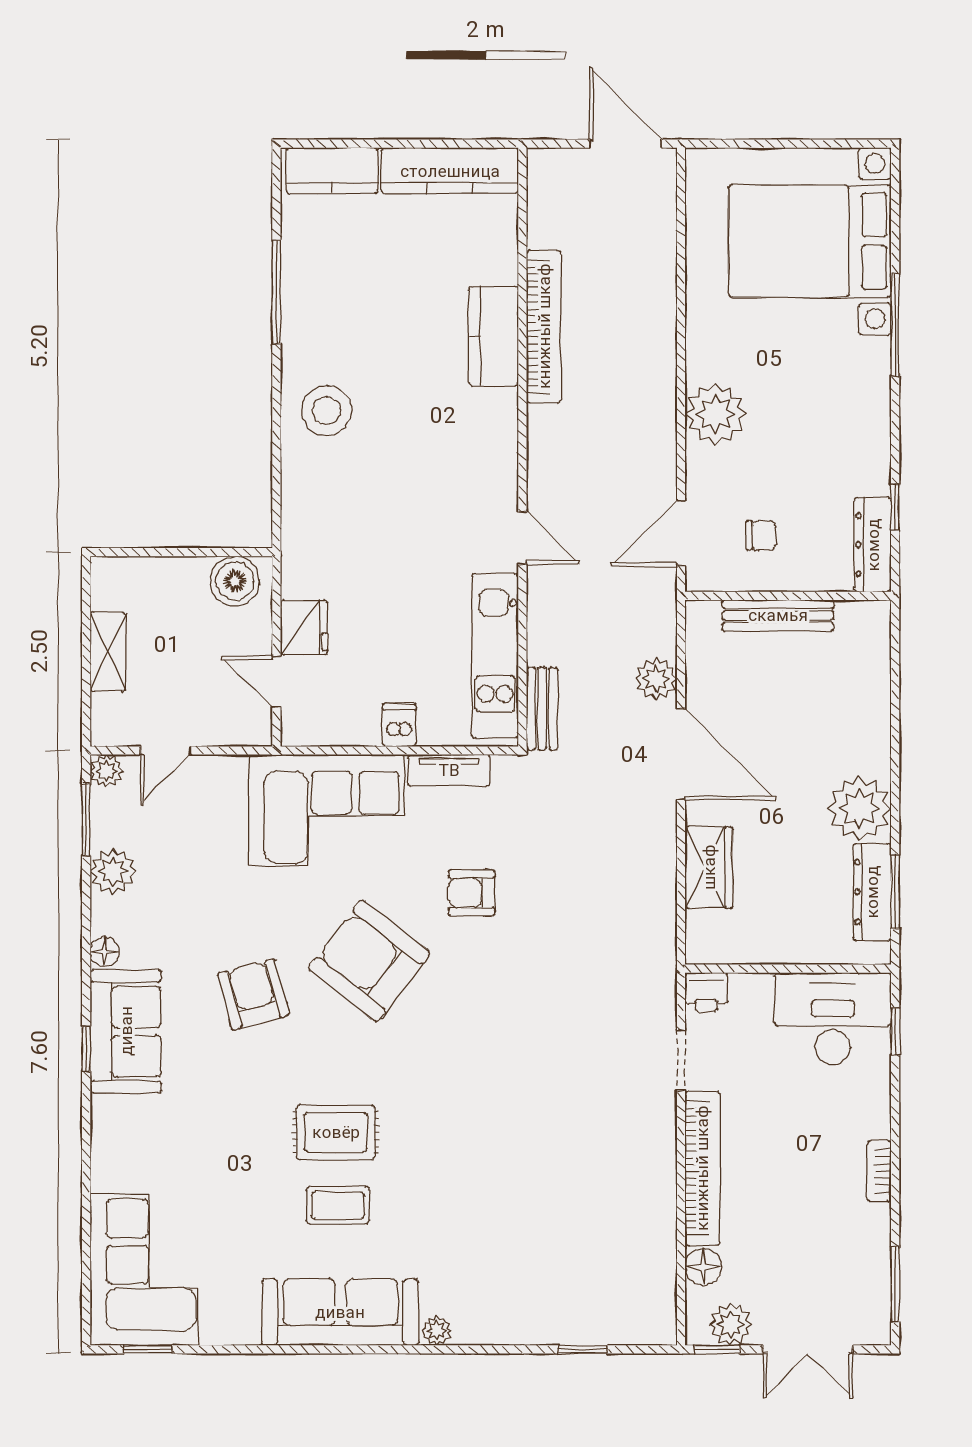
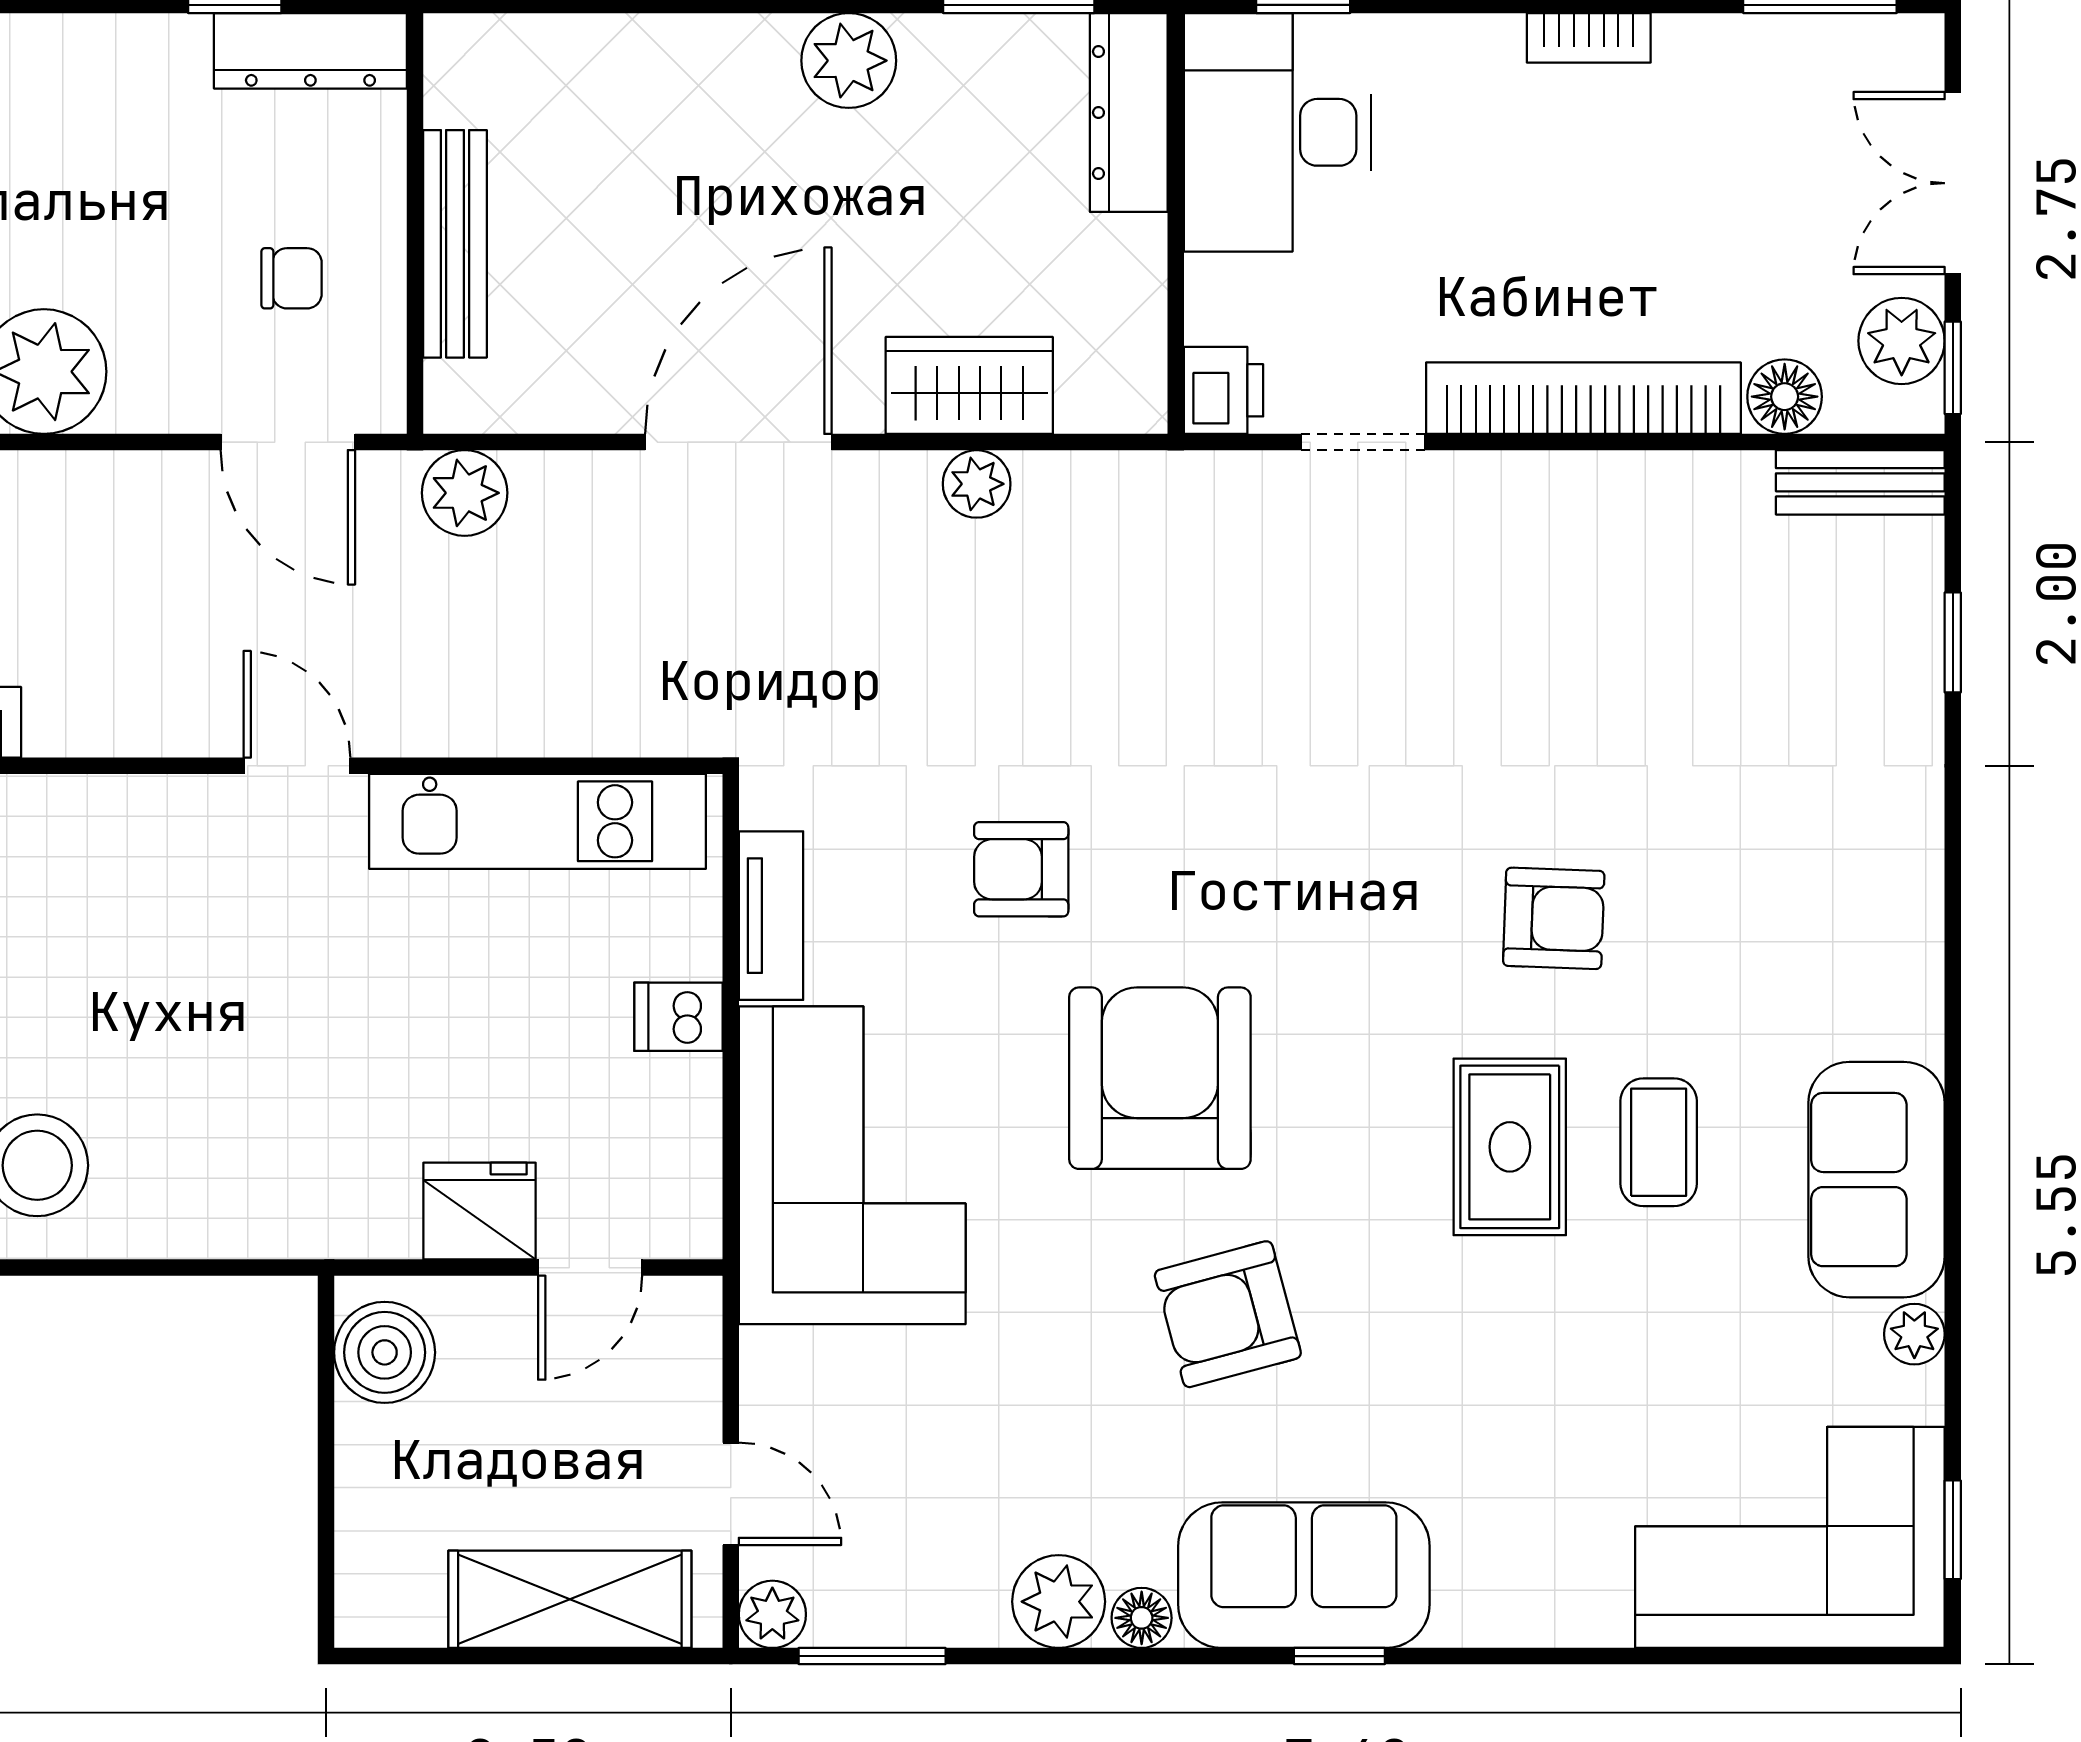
chair: (761, 535) -> (292, 278), turned 90
door: (522, 538) -> (297, 766), hinge flipped
shelving: (108, 652) -> (570, 1599), width x1.50, depth x1.33
plant: (656, 679) -> (465, 493), moved
bench: (542, 709) -> (1860, 482), moved
plant: (859, 808) -> (849, 61), width x0.73, depth x0.73
plant: (113, 871) -> (1059, 1602), moved
plant: (660, 871) -> (977, 484), added
dresser: (872, 892) -> (1129, 113), moved, turned 90
armchair: (472, 893) -> (1021, 869), turned 90
armchair: (369, 961) -> (1160, 1078), turned 142
armchair: (448, 1154) -> (1554, 918), added
sofa: (340, 1312) -> (1877, 1180), width x0.73
plant: (437, 1331) -> (1914, 1334), moved
double door: (808, 1349) -> (1953, 183), swing flipped

